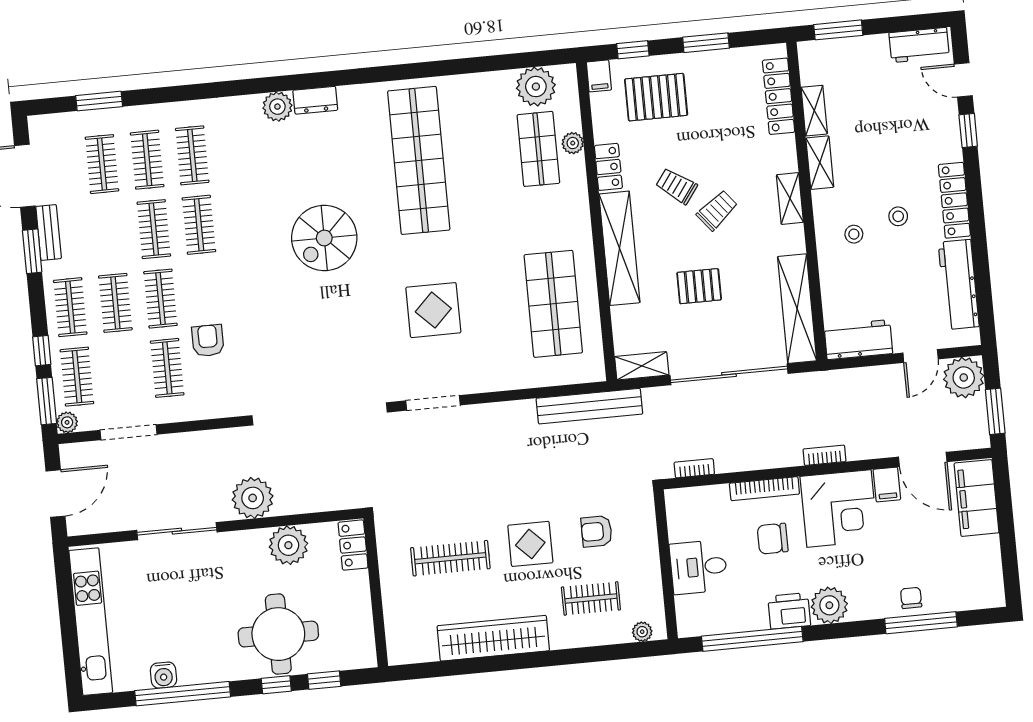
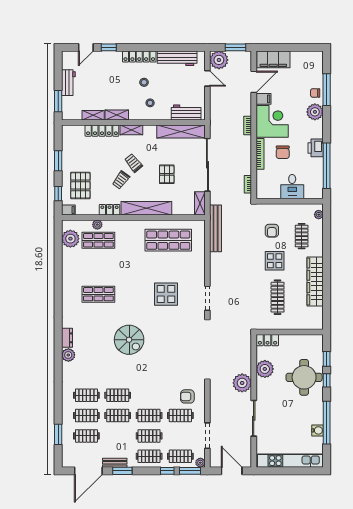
workbench: (919, 45) -> (68, 83), moved
locker: (779, 96) -> (102, 131), moved
shop shelf: (419, 160) -> (98, 294), width x0.50, depth x0.74
workbench: (858, 340) -> (186, 113), moved, turned 90
armchair: (208, 341) -> (187, 396), moved
plant: (829, 605) -> (315, 112), moved

